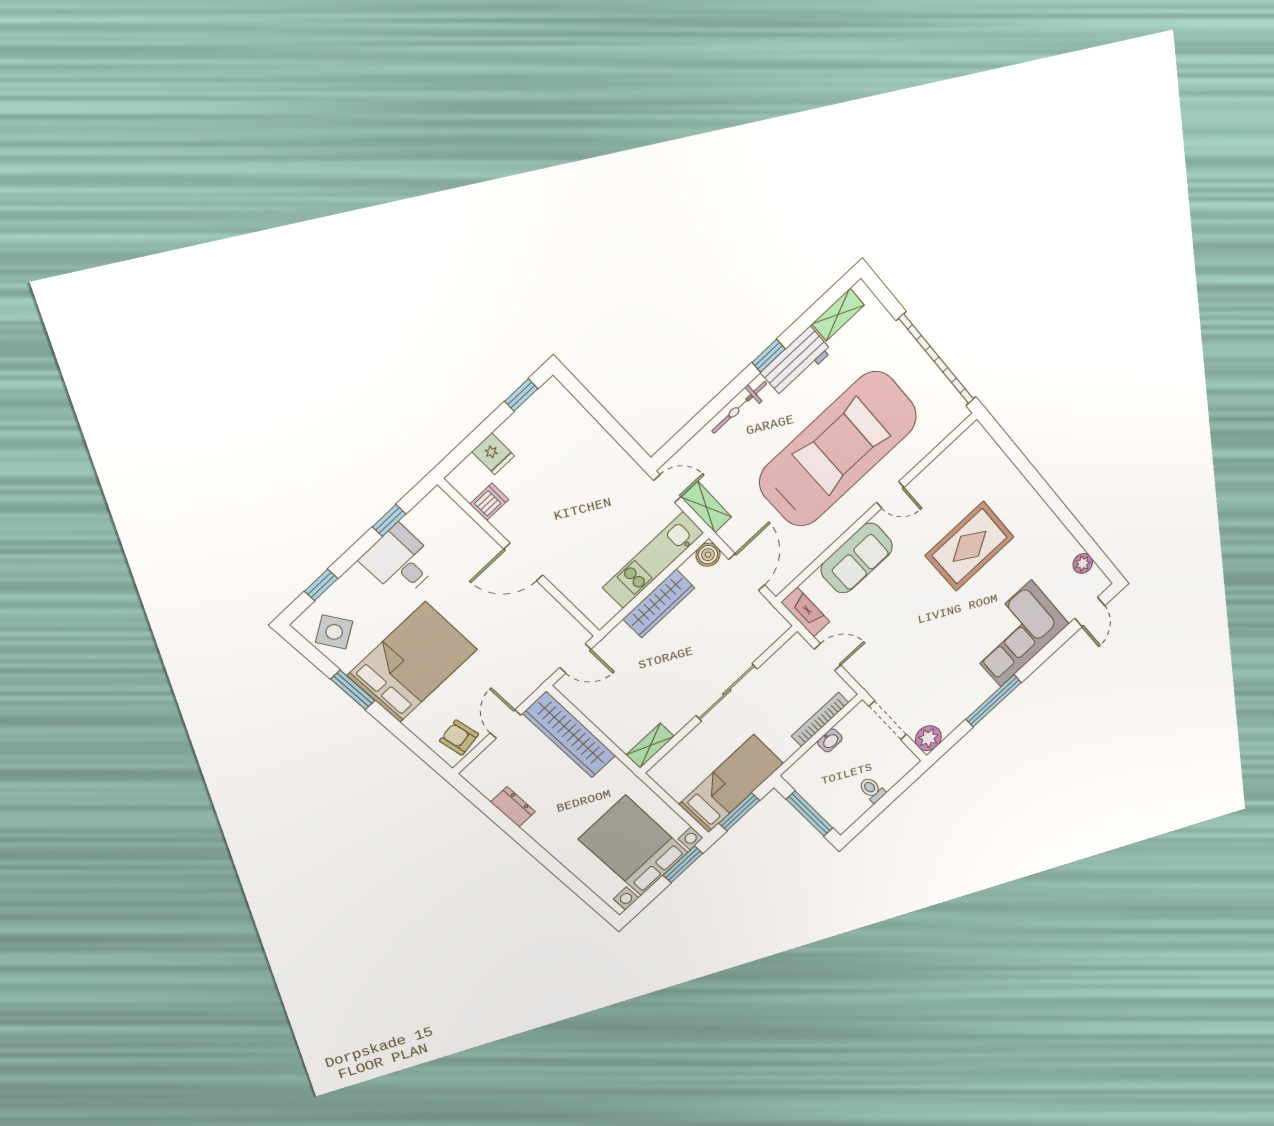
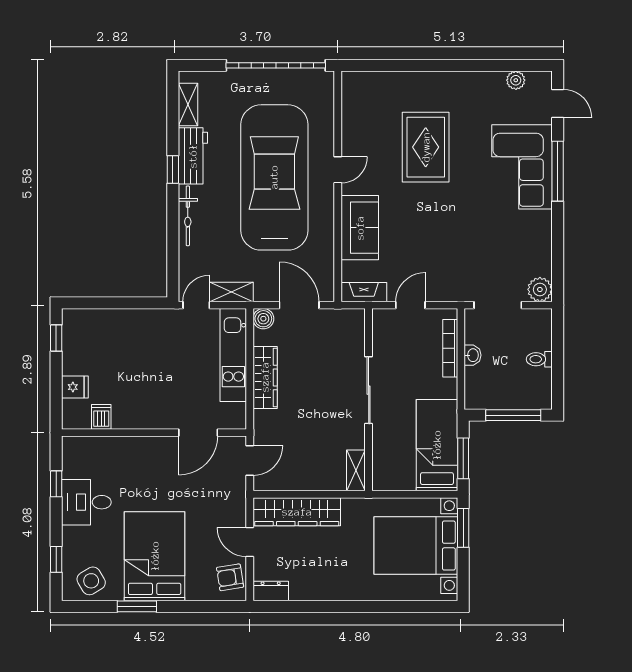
door: (523, 562) -> (198, 433), moved
window: (994, 701) -> (558, 171), moved
dresser: (513, 807) -> (271, 591), moved

